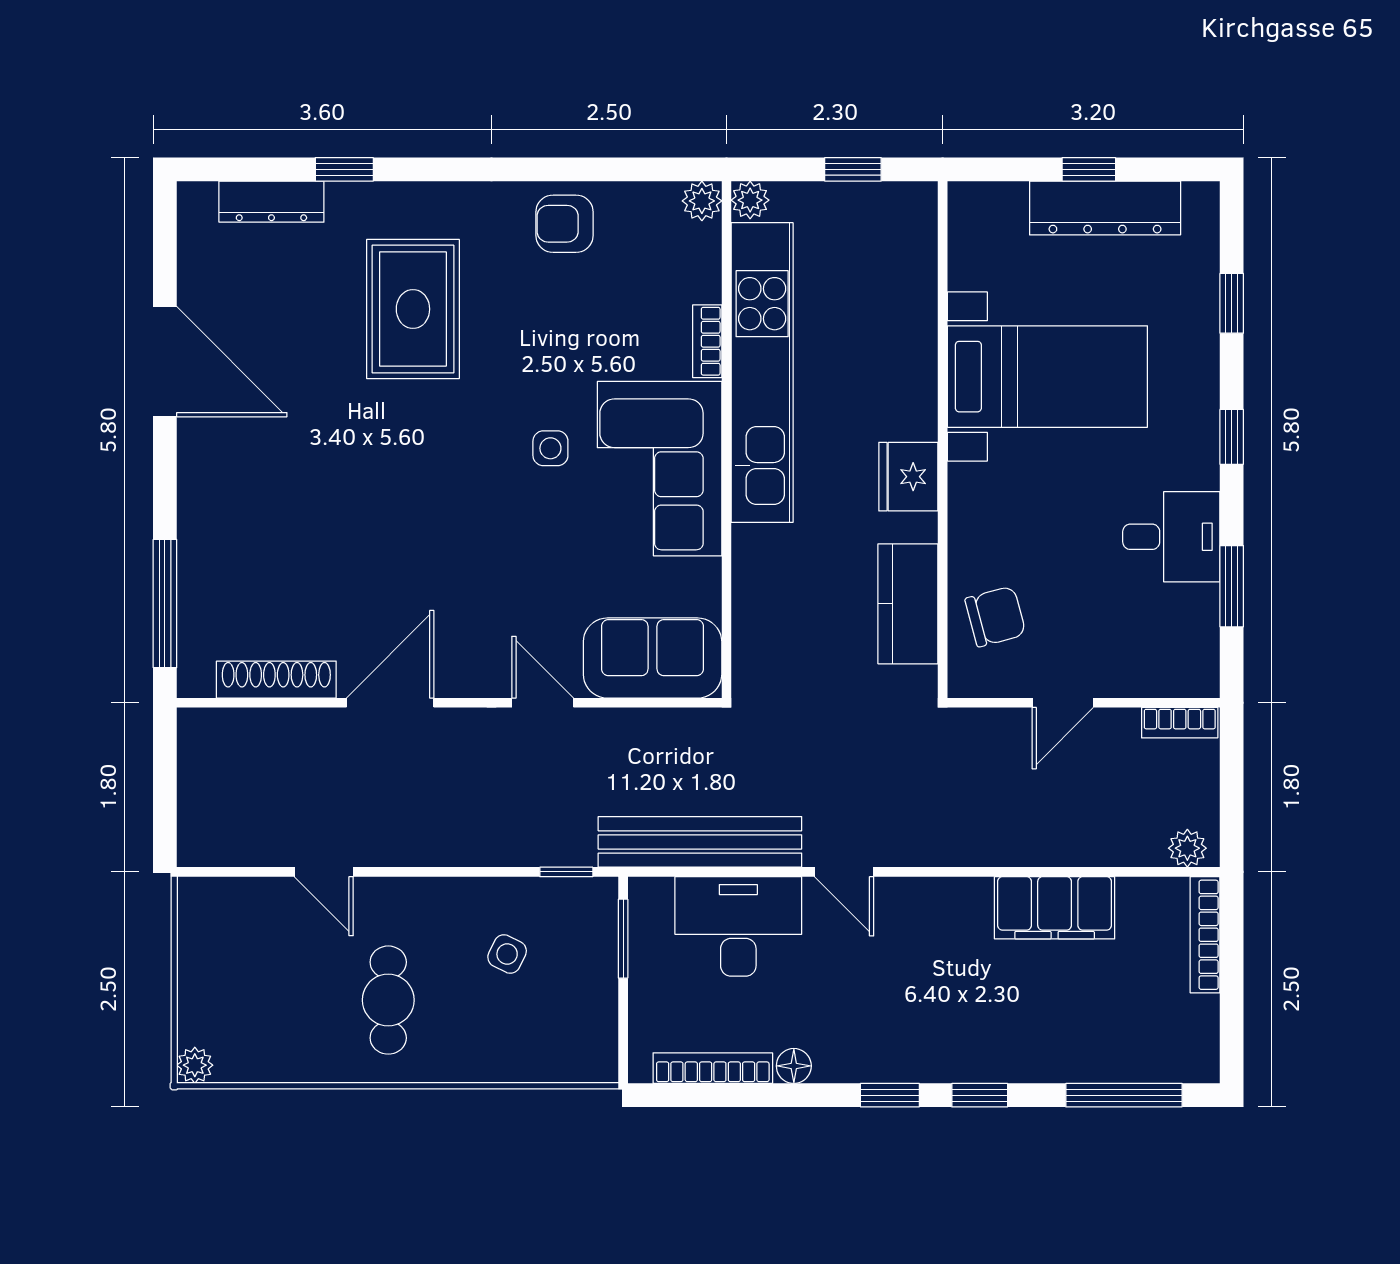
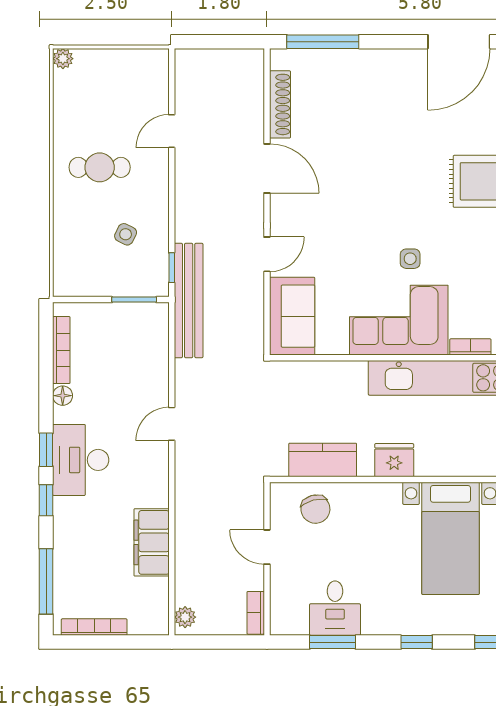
desk: (1171, 537) -> (335, 608), moved
bench: (700, 842) -> (189, 301), moved
desk: (738, 926) -> (81, 460), moved, turned 180
bookcase: (1205, 935) -> (94, 627), moved

